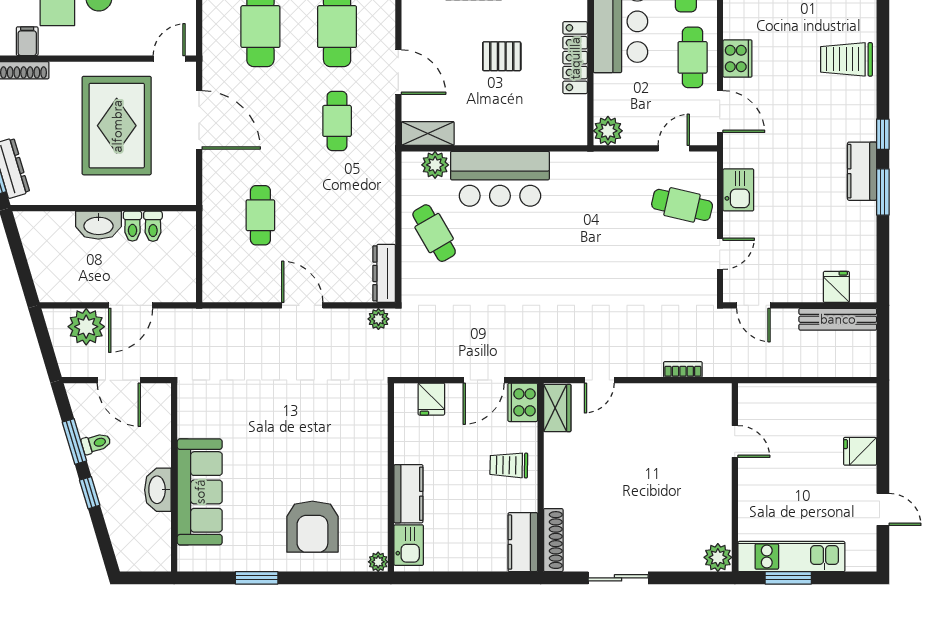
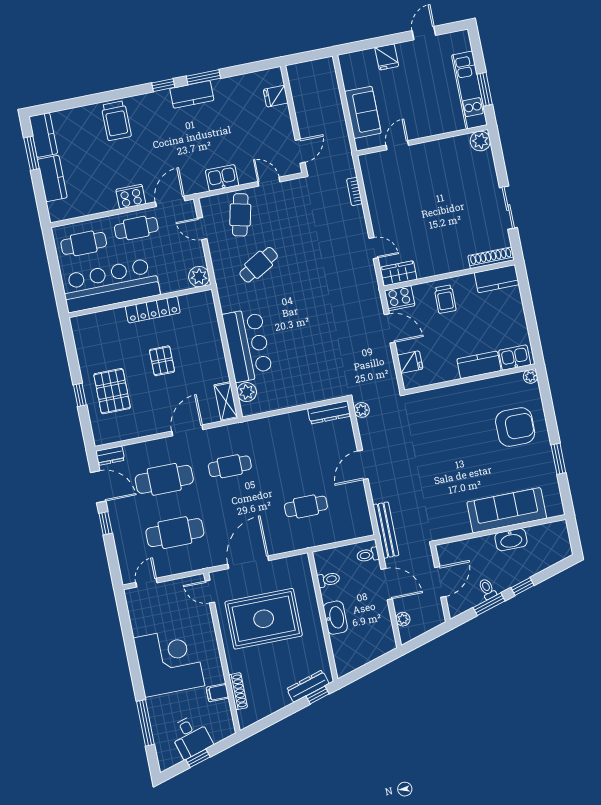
toilet: (132, 226) -> (368, 555), moved, turned 180
cafe table: (434, 233) -> (259, 265), moved
bench: (838, 319) -> (386, 530), moved
plant: (86, 327) -> (403, 619), width x0.53, depth x0.53
sofa: (790, 403) -> (363, 112), added

